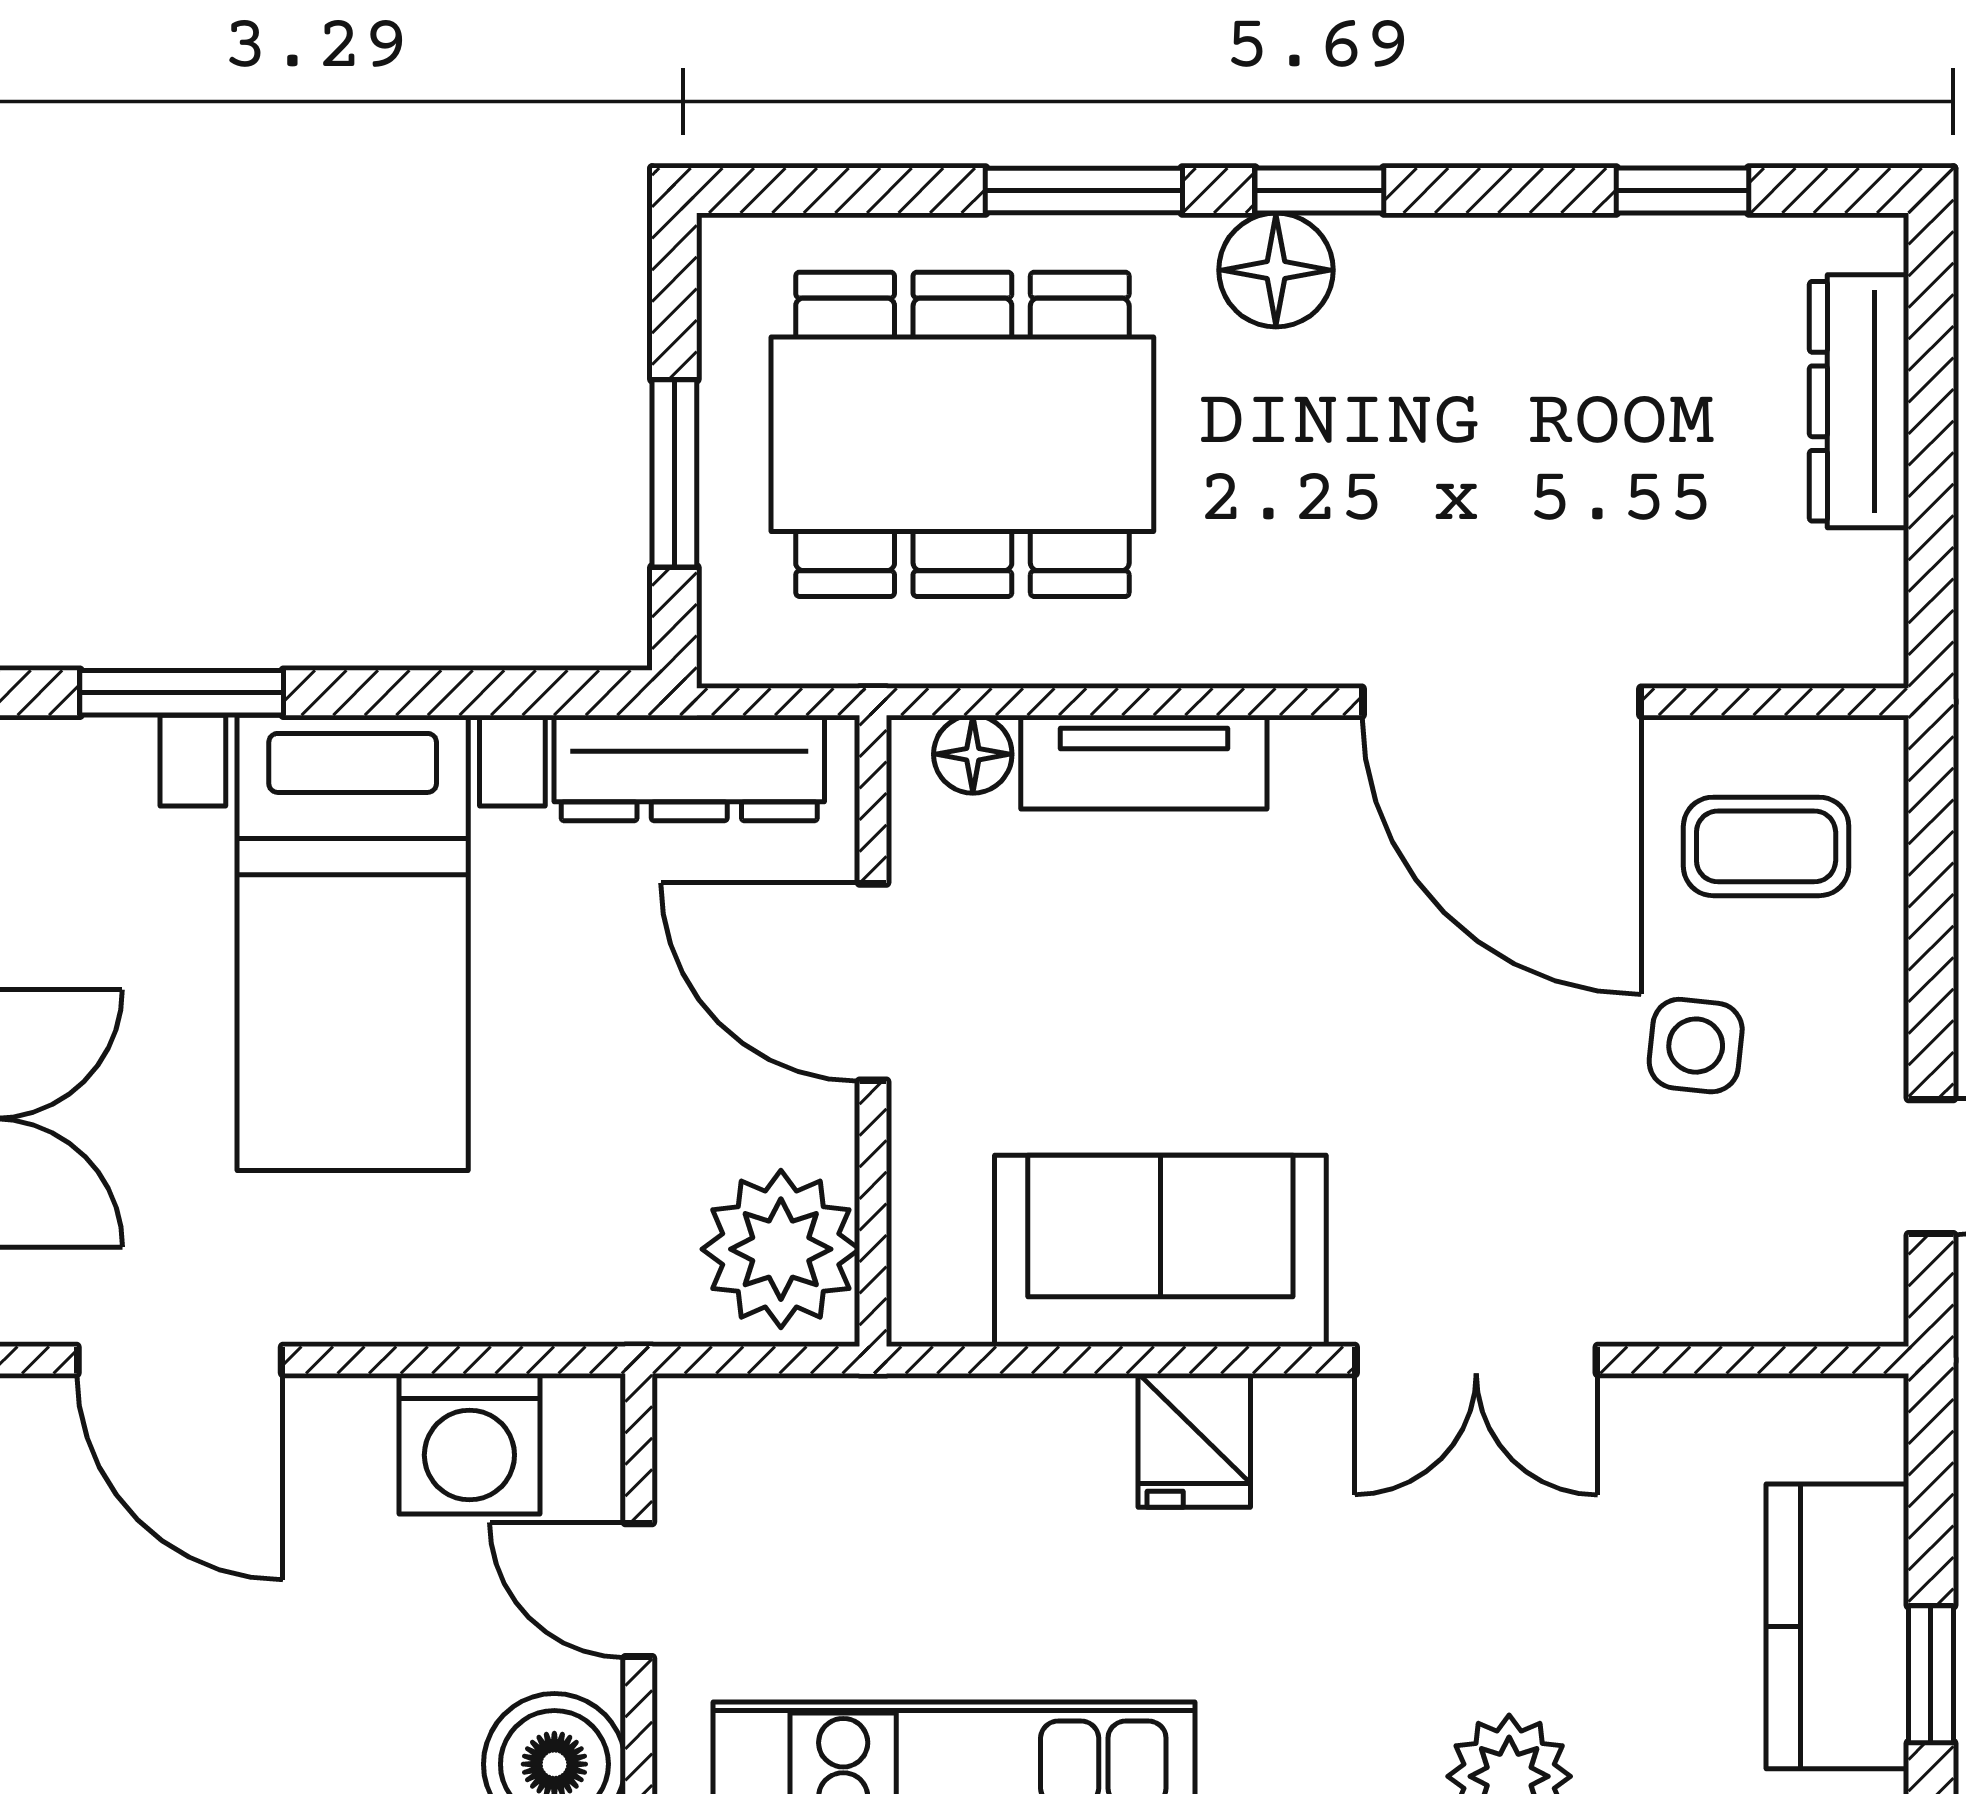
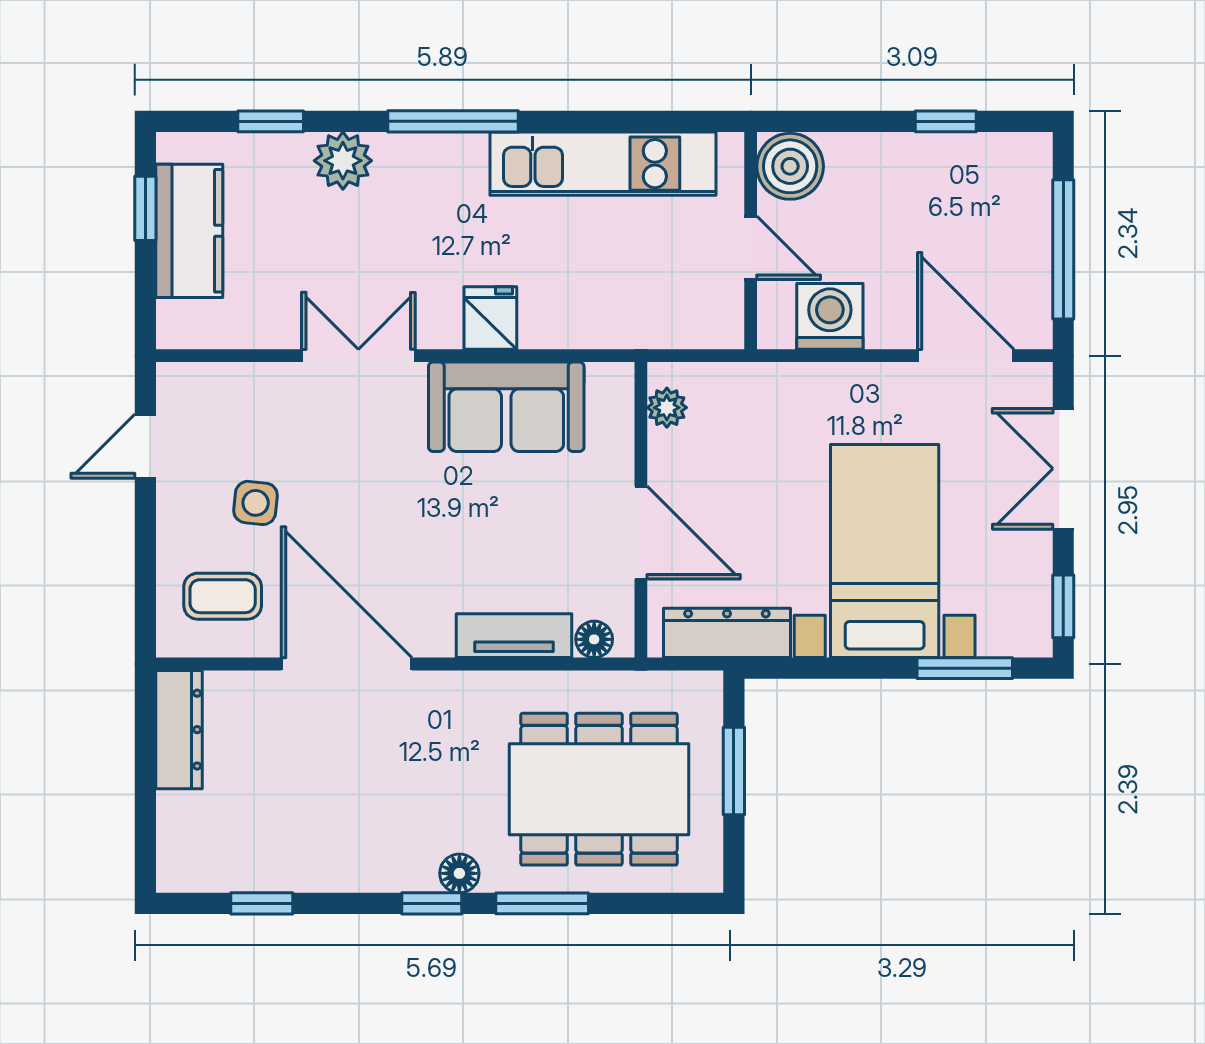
floor lamp: (1276, 270) -> (459, 873), width x0.73, depth x0.73
dresser: (1859, 401) -> (179, 730), moved
plant: (781, 1249) -> (667, 408), width x0.53, depth x0.53

